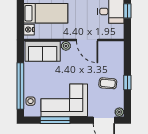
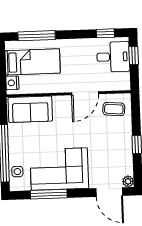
door: (87, 40) -> (85, 93), hinge flipped
plant: (66, 46) -> (59, 102), removed
coffee table: (108, 83) -> (114, 109), moved

